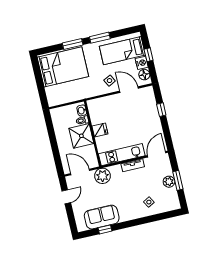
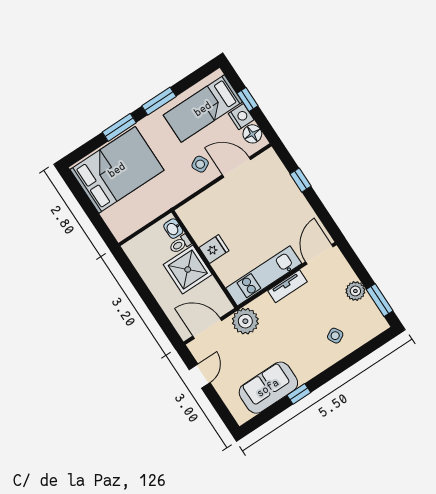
window: (178, 180) -> (380, 300), moved
window: (105, 229) -> (299, 394), moved

